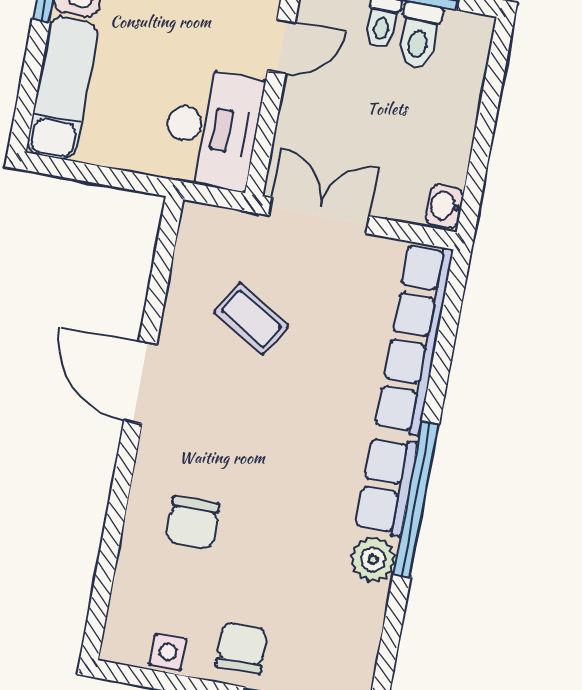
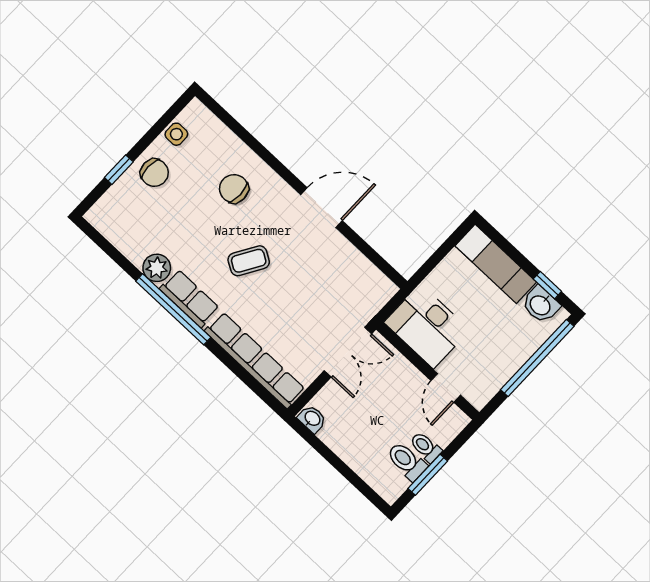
coffee table: (251, 319) -> (249, 261), moved

